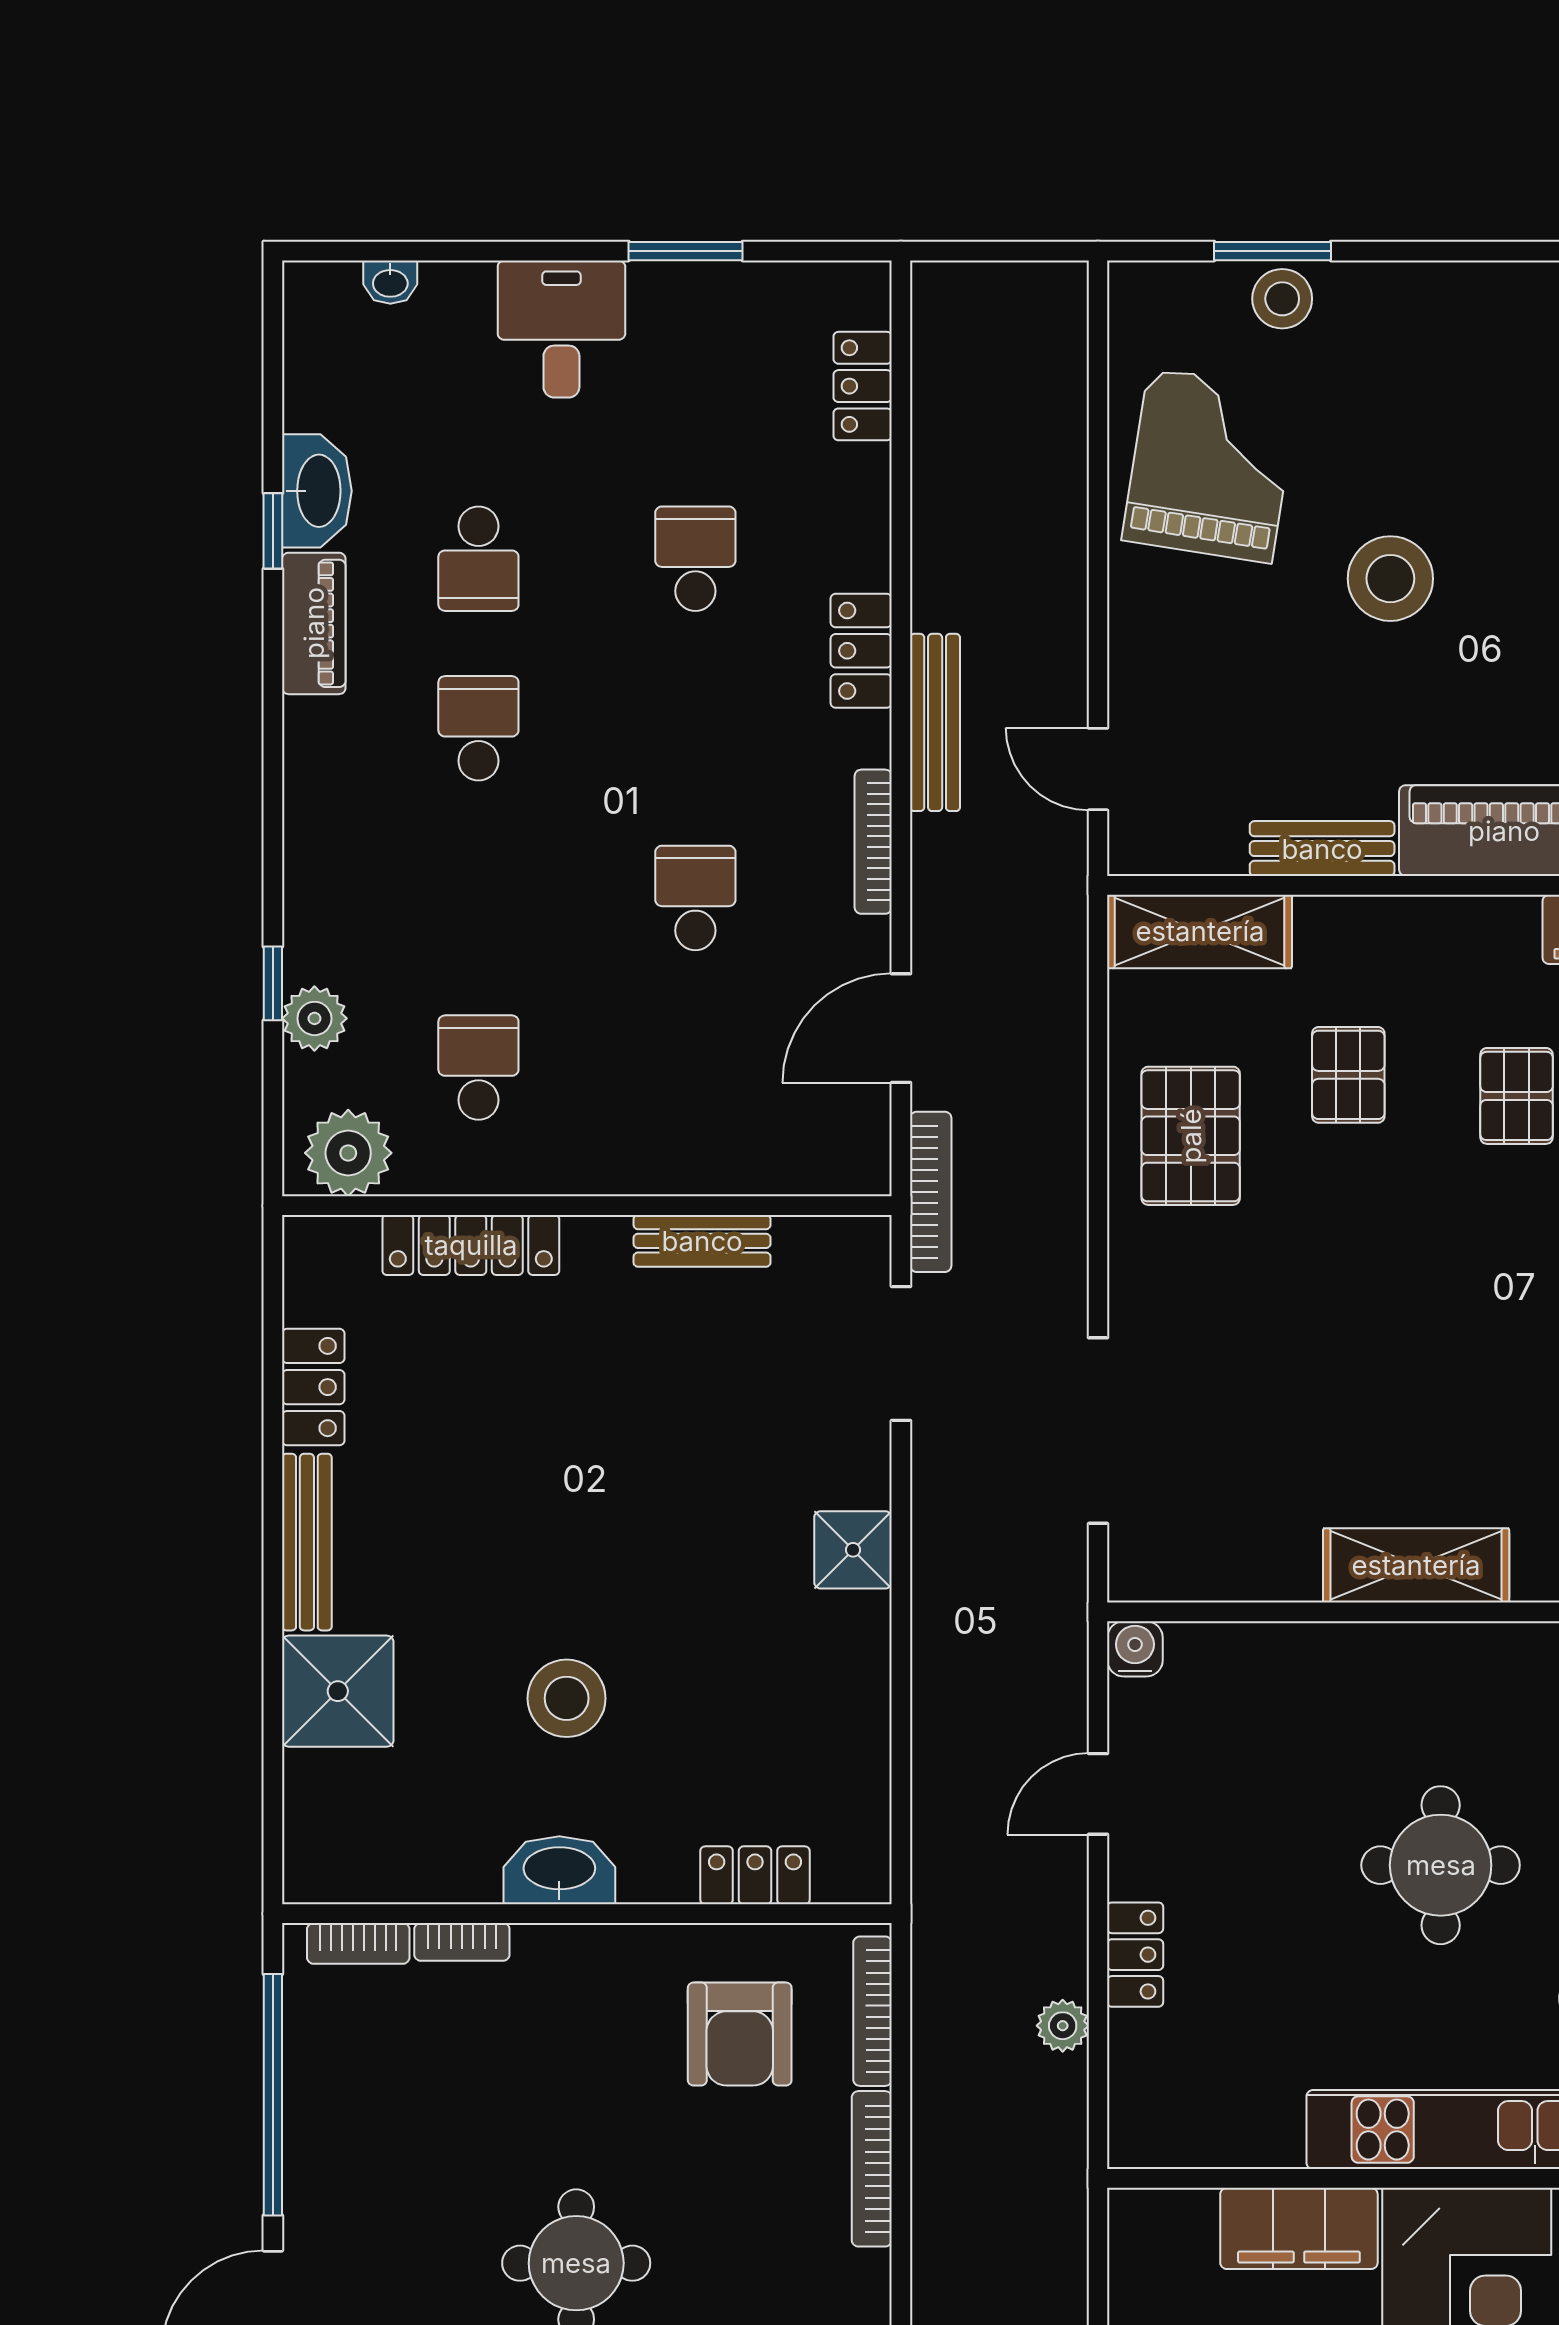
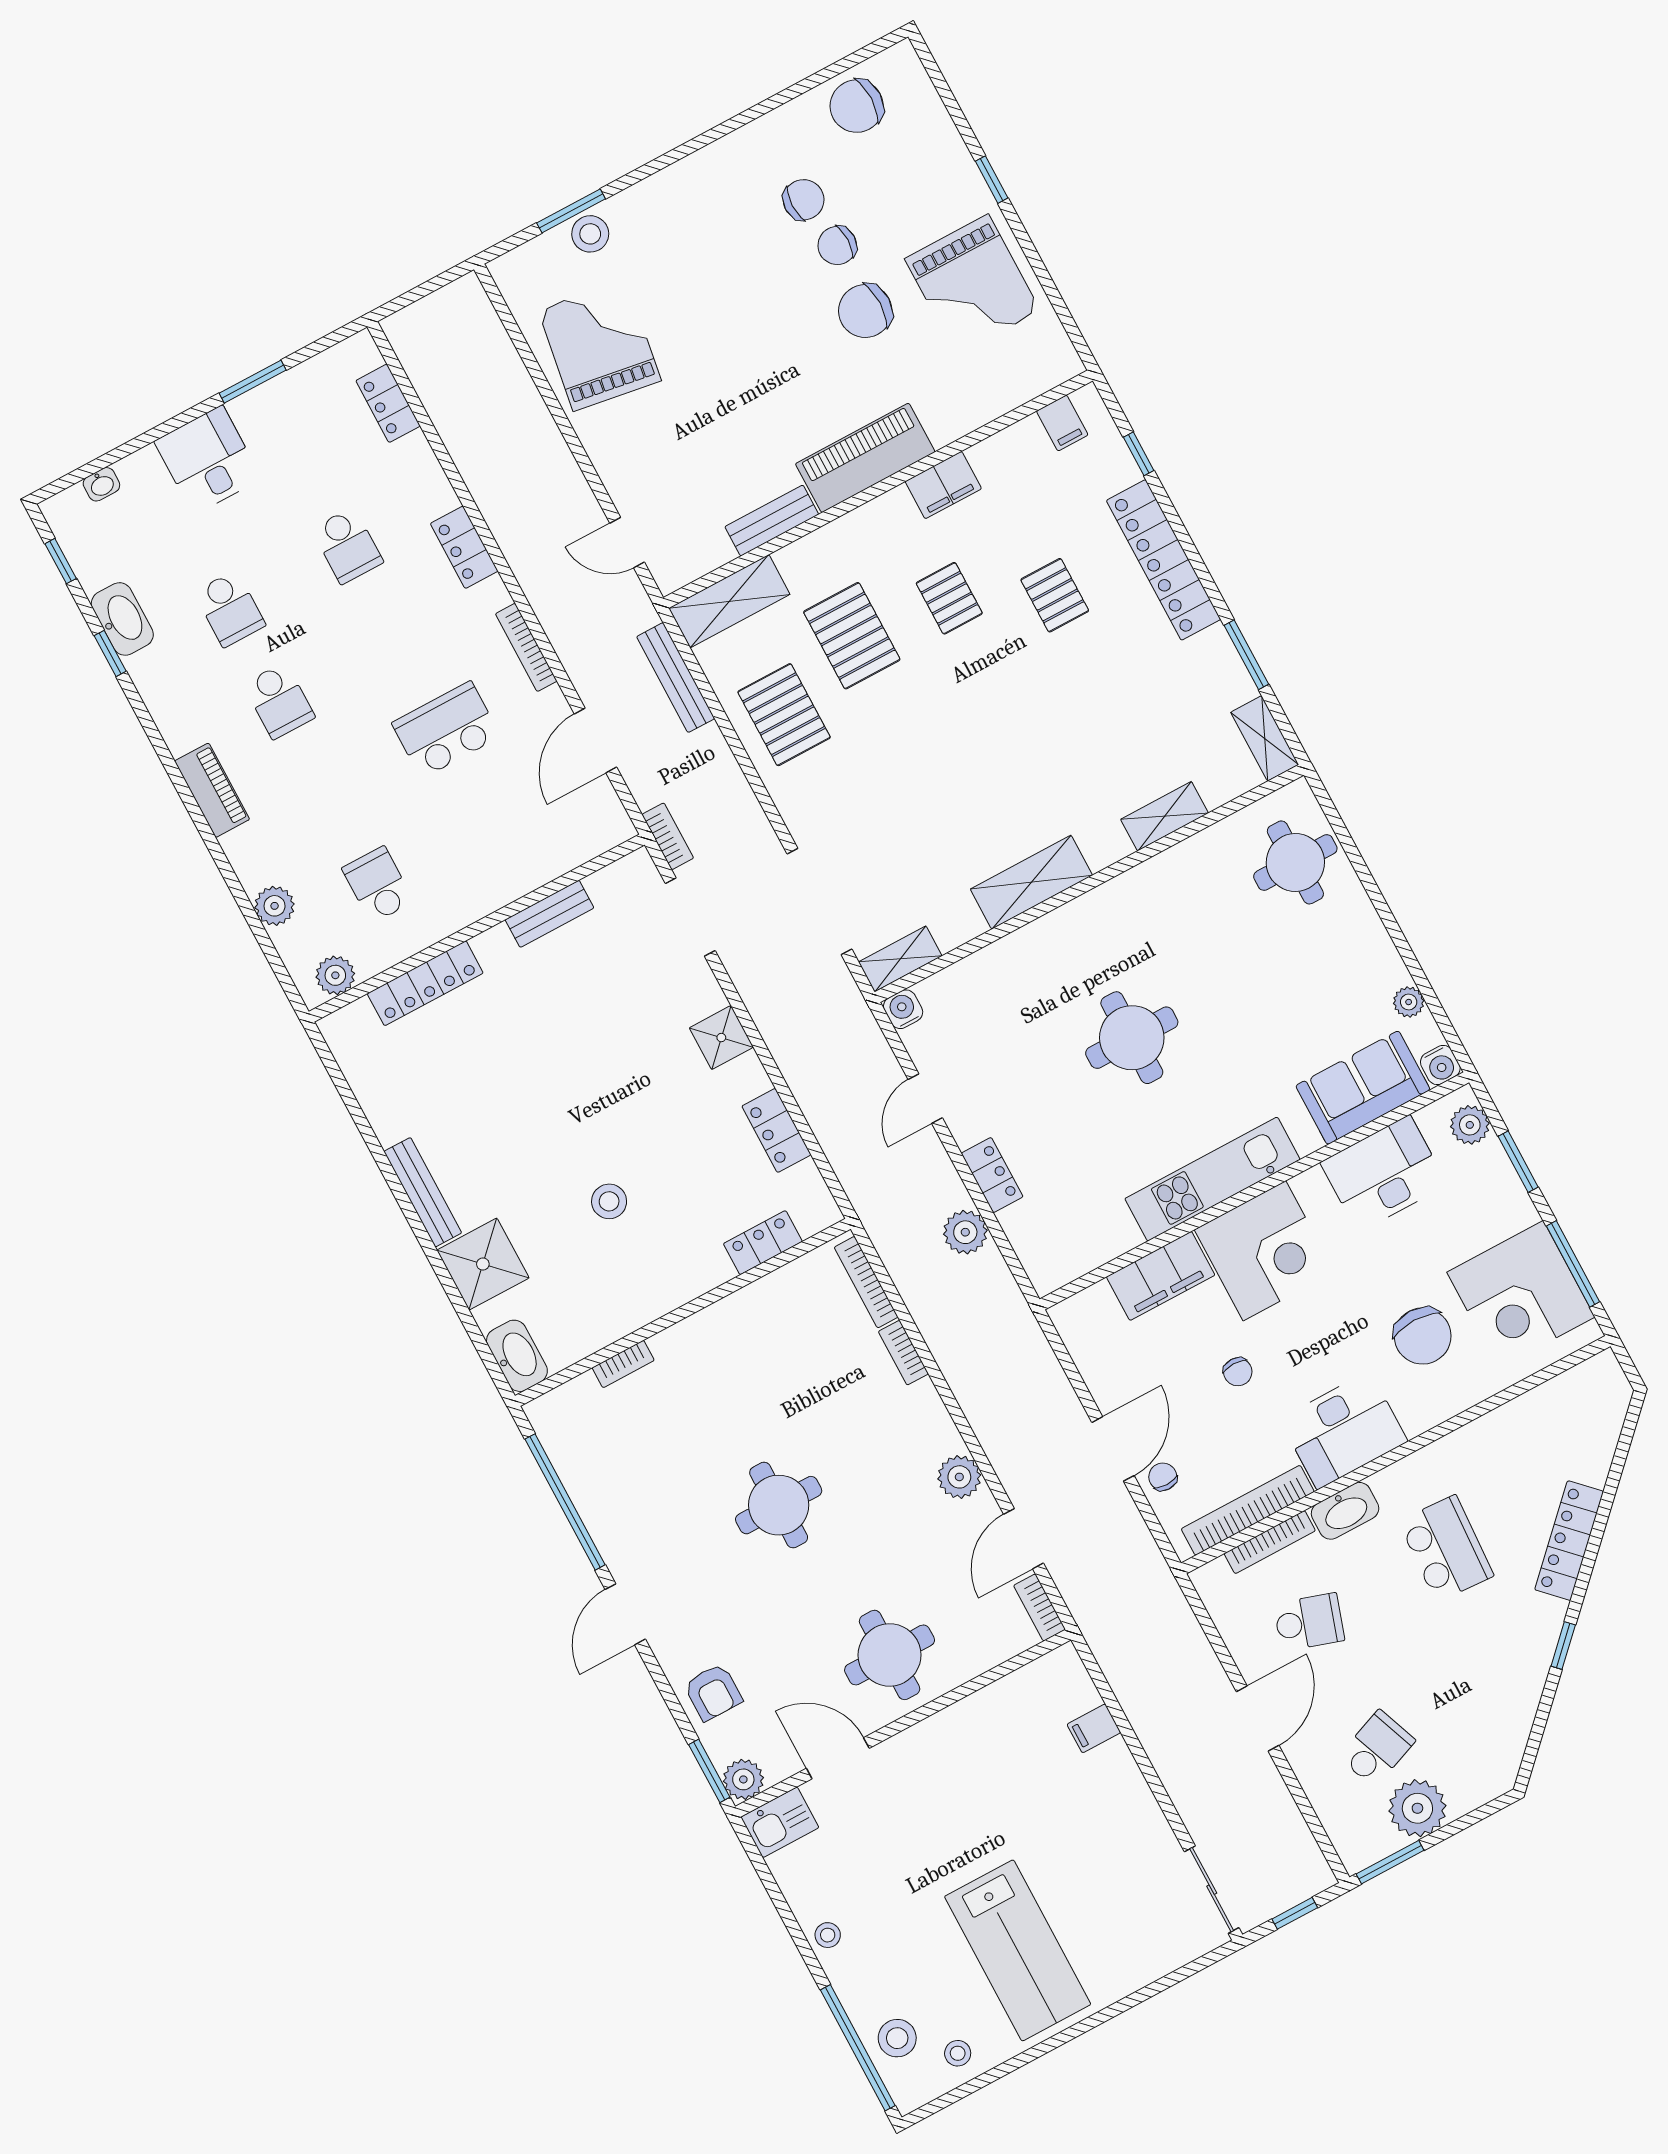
school desk: (695, 559) -> (347, 546), turned 180
stool: (1390, 579) -> (730, 354), removed
piano: (314, 623) -> (212, 790), moved
bench: (935, 722) -> (676, 678), moved
school desk: (478, 728) -> (279, 701), turned 180
school desk: (695, 898) -> (446, 730), width x1.85
window: (273, 983) -> (61, 561), moved
pallet: (1348, 1075) -> (852, 636), width x1.50, depth x1.42
plant: (348, 1153) -> (335, 975), width x0.73, depth x0.73
bookcase: (931, 1192) -> (668, 836), width x0.64
locker: (313, 1387) -> (776, 1130), moved, turned 180
shelving: (1170, 1575) -> (900, 959), added
stool: (567, 1698) -> (609, 1201), width x0.73, depth x0.73
washbasin: (559, 1870) -> (517, 1356), moved, turned 90
bookcase: (358, 1943) -> (567, 1395), removed
plant: (1063, 2026) -> (965, 1232), width x1.38, depth x1.38
armchair: (740, 2034) -> (801, 1333), removed
bookcase: (872, 2169) -> (903, 1353), width x0.64

